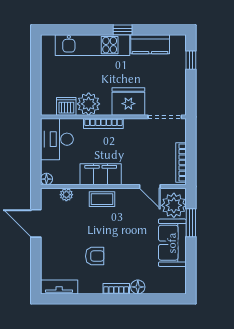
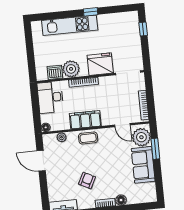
kitchen counter: (150, 44) -> (112, 20), removed
armchair: (95, 256) -> (87, 180), turned -63

